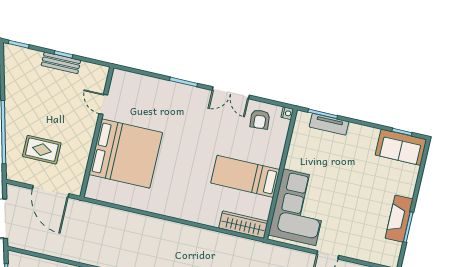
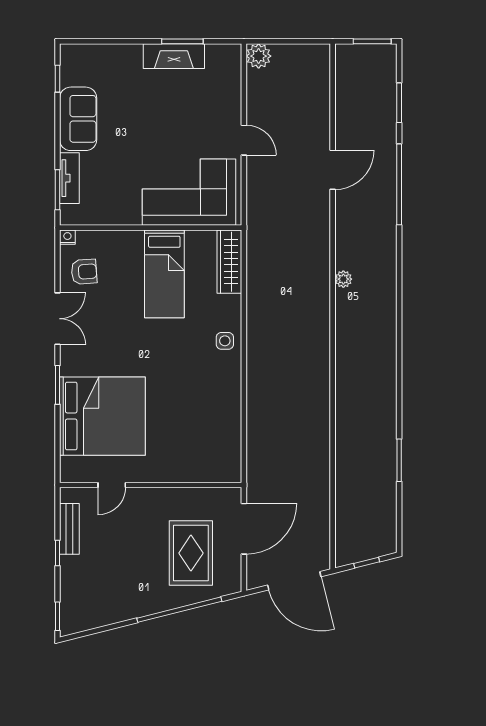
bench: (61, 63) -> (69, 529), moved
sofa: (401, 147) -> (78, 119), moved
rug: (42, 150) -> (191, 553), width x1.36, depth x1.43
bed: (126, 154) -> (102, 416), moved, turned 90
side table: (188, 209) -> (225, 341), added

